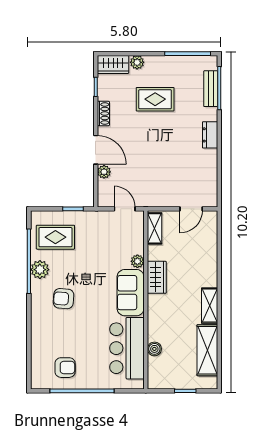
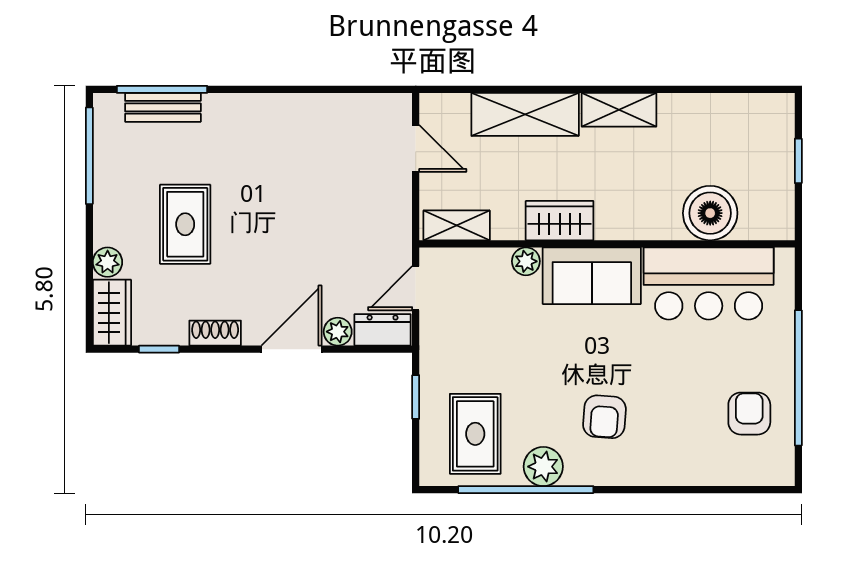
dresser: (210, 135) -> (383, 330), moved, turned 180
boiler: (154, 349) -> (710, 213), width x1.86, depth x1.86
shelving: (207, 350) -> (525, 114), moved

